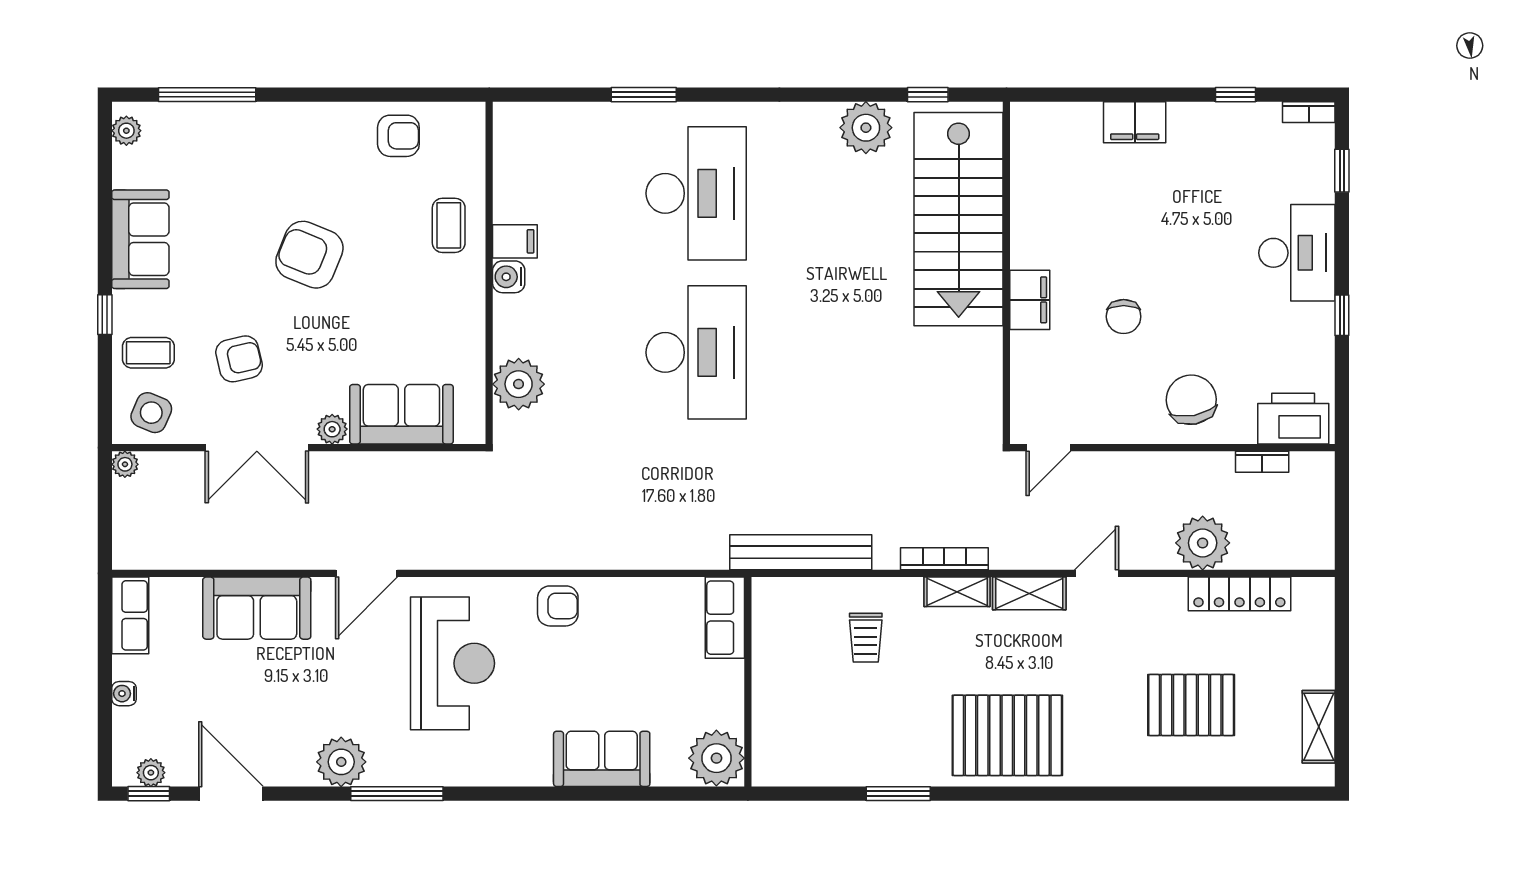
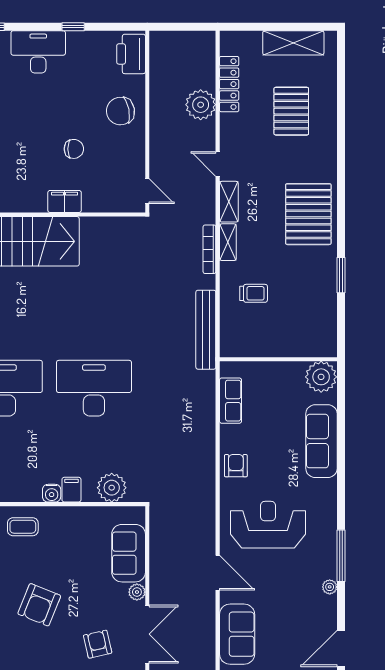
filing cabinet: (515, 241) -> (71, 490), moved
bookcase: (1262, 462) -> (155, 71), removed
row of seats: (725, 618) -> (231, 401), moved, turned -90
shelving: (1319, 727) -> (293, 43), width x1.50, depth x1.33
sofa: (602, 759) -> (321, 441), width x1.36
plant: (341, 762) -> (330, 587), width x0.53, depth x0.53

